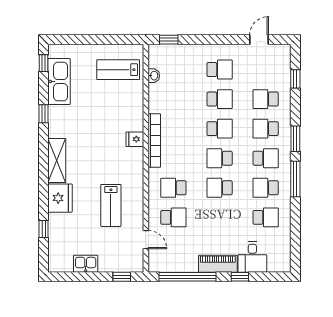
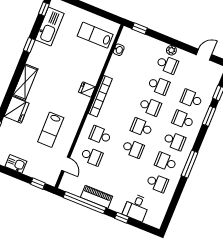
plant: (218, 50) -> (171, 50), added
window: (295, 139) -> (209, 116), moved
school desk: (220, 188) -> (133, 149), turned 180
piano: (218, 264) -> (97, 197), moved

